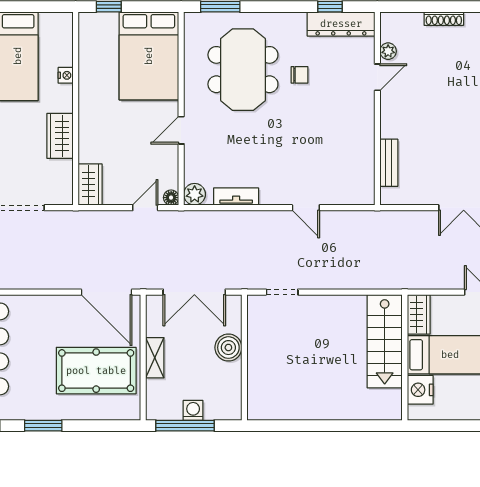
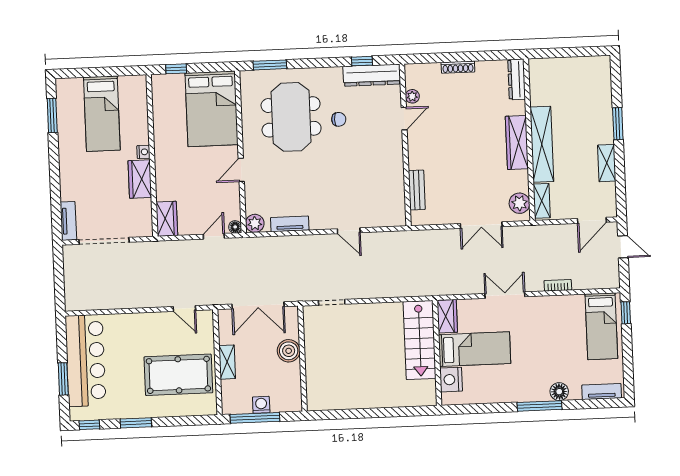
nightstand: (66, 75) -> (143, 152), moved
door: (107, 292) -> (184, 309), width x0.53

